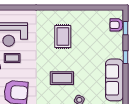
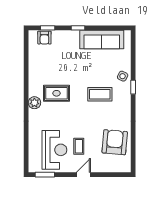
plant: (54, 15) -> (34, 103), added
coffee table: (62, 78) -> (100, 94), turned 90

